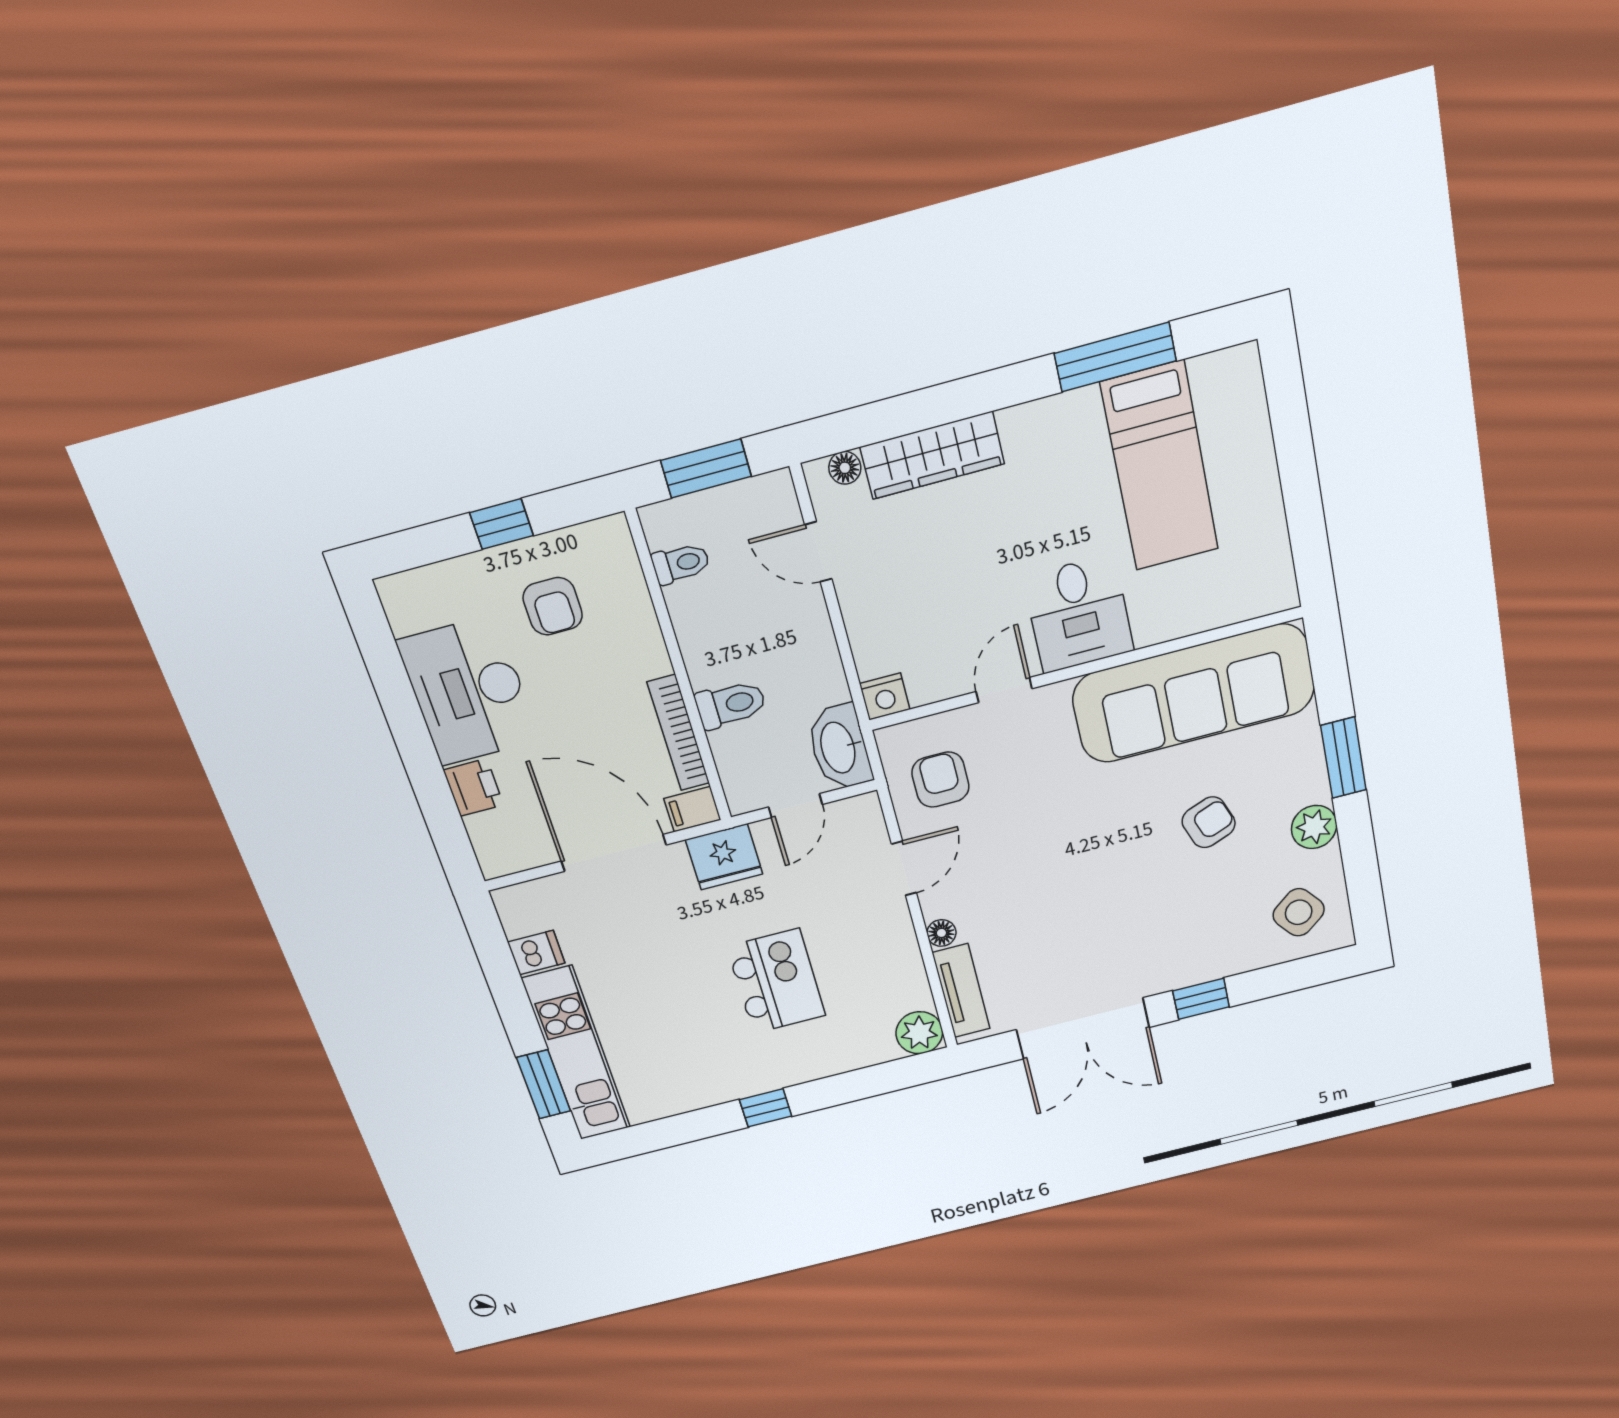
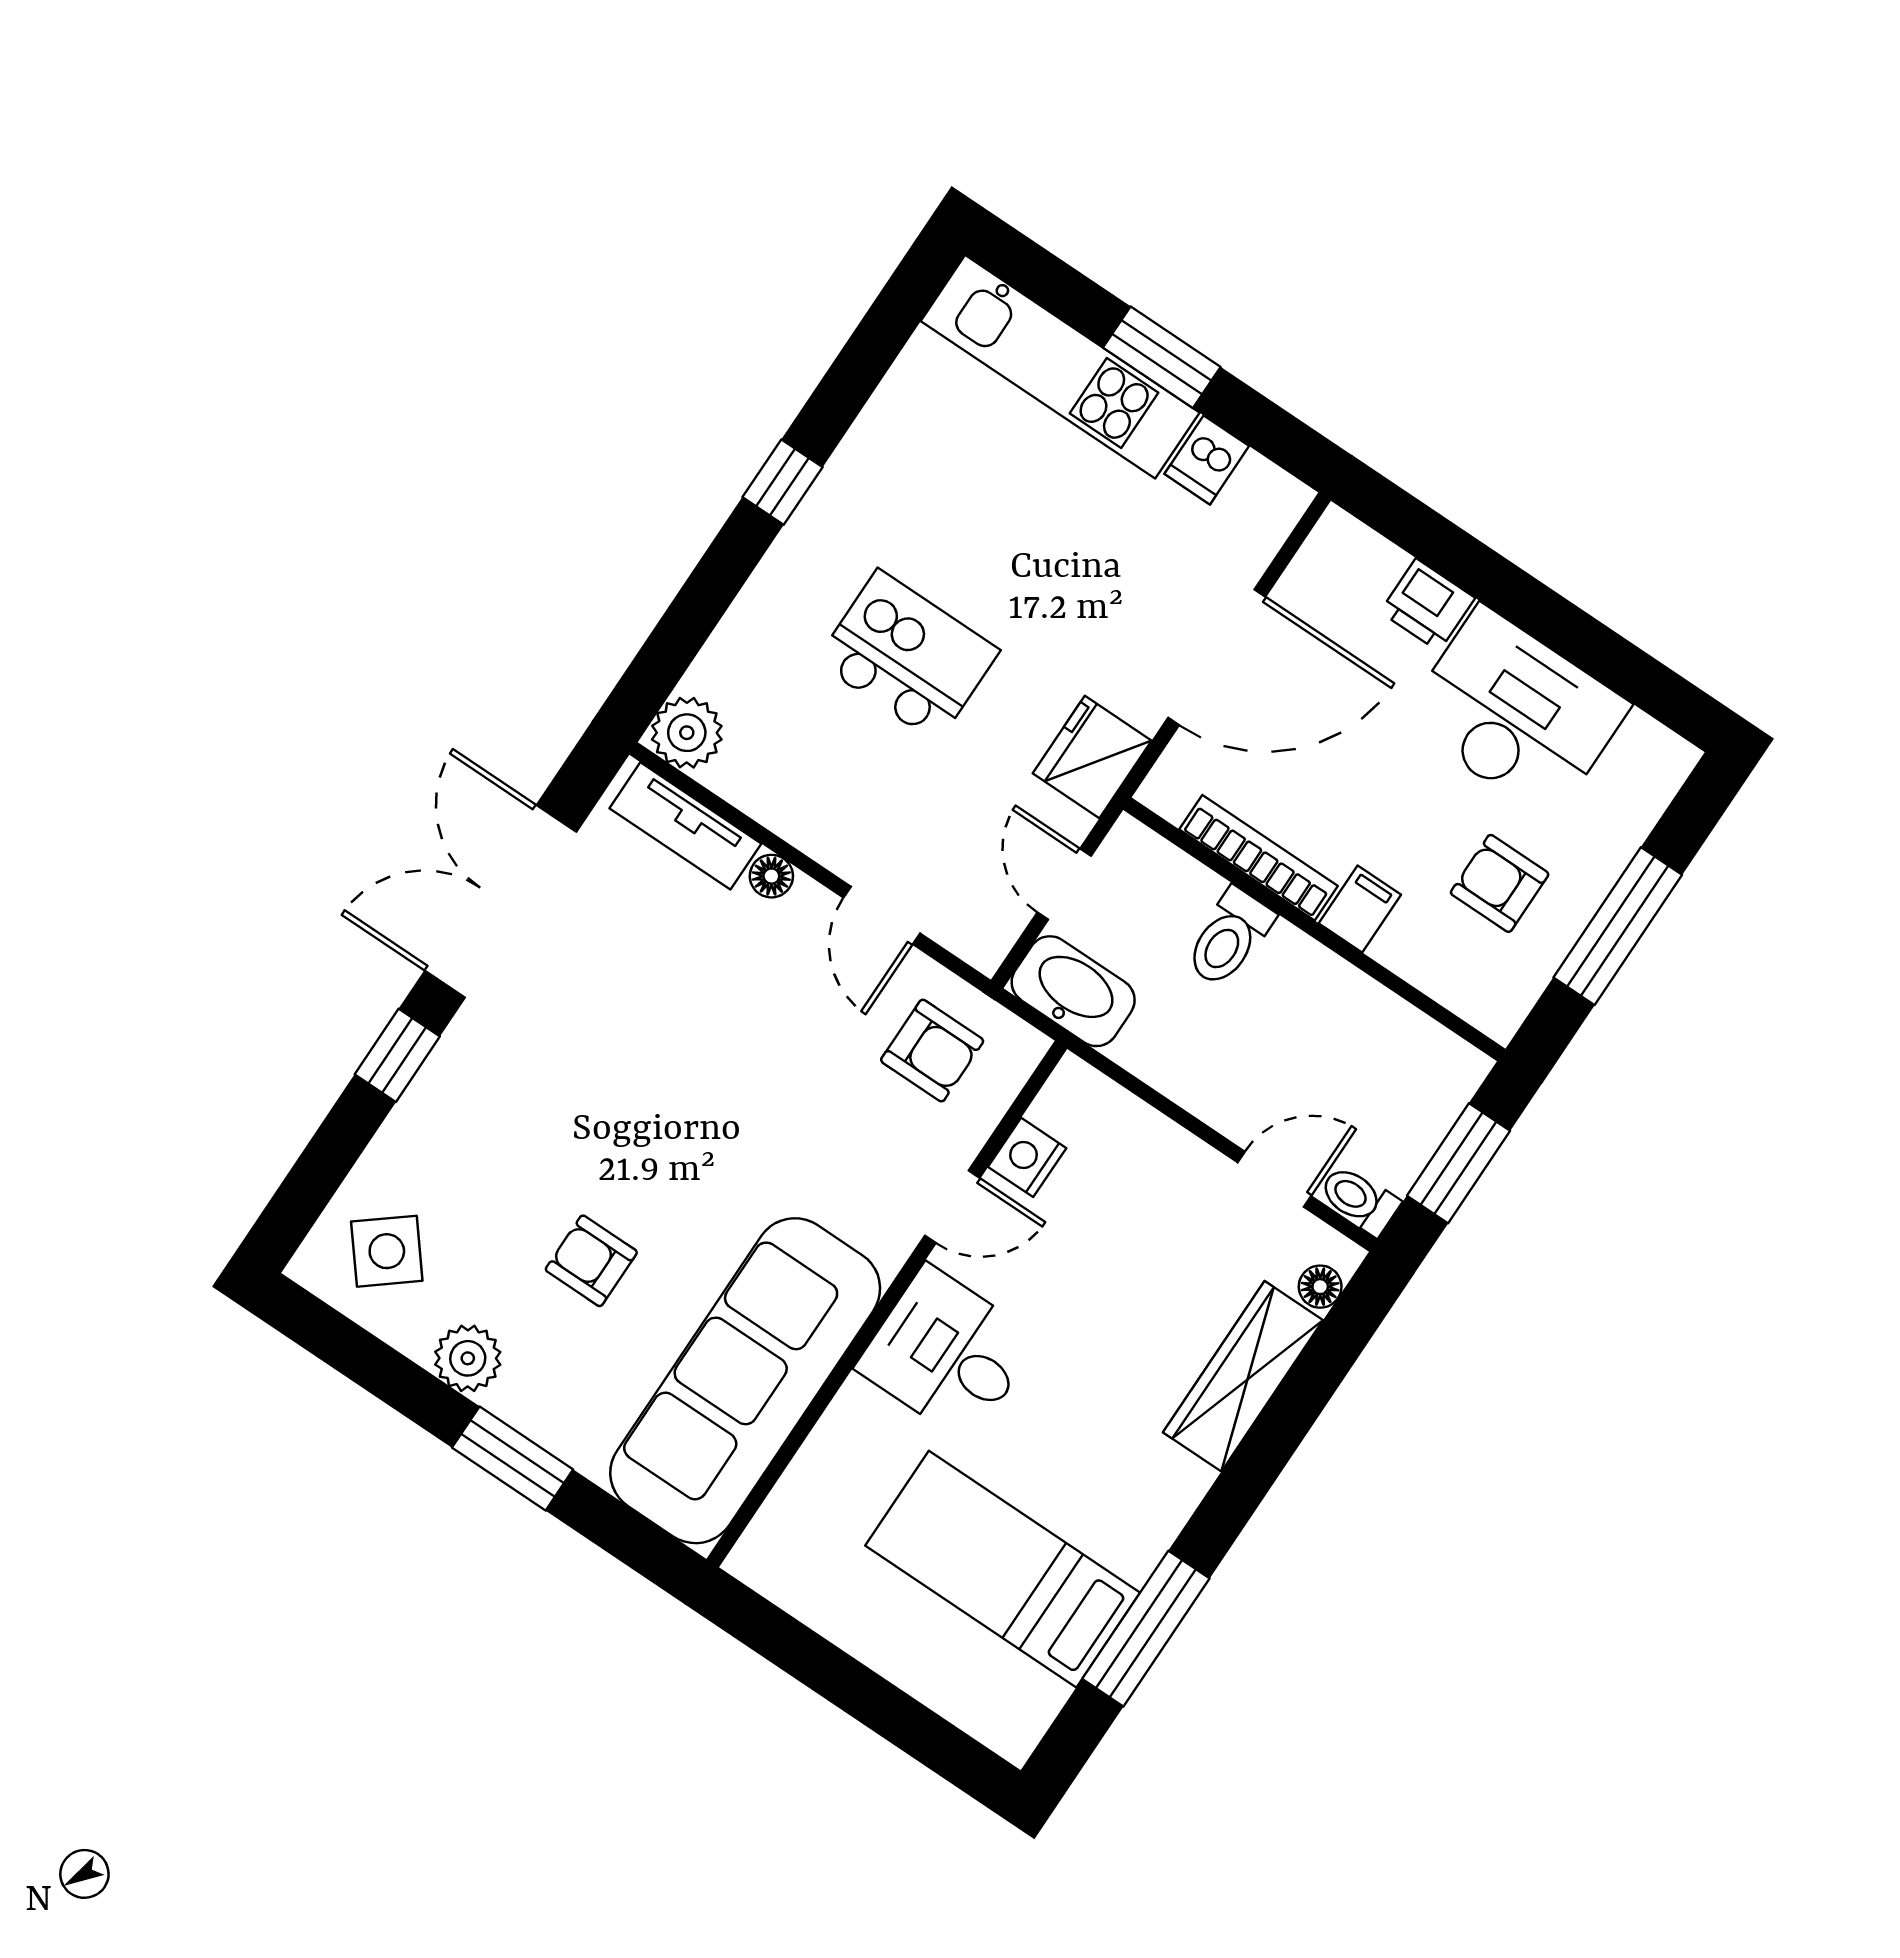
window: (502, 524) -> (1618, 926), width x2.17
toilet: (681, 563) -> (1359, 1200), moved, turned 90
door: (1004, 690) -> (952, 1207), hinge flipped
nightstand: (885, 697) -> (1027, 1157), moved
filing cabinet: (692, 809) -> (1360, 909), moved
armchair: (1209, 822) -> (591, 1261), turned 111
kitchen island: (776, 981) -> (908, 656), turned 180
window: (544, 1084) -> (1162, 357), moved

